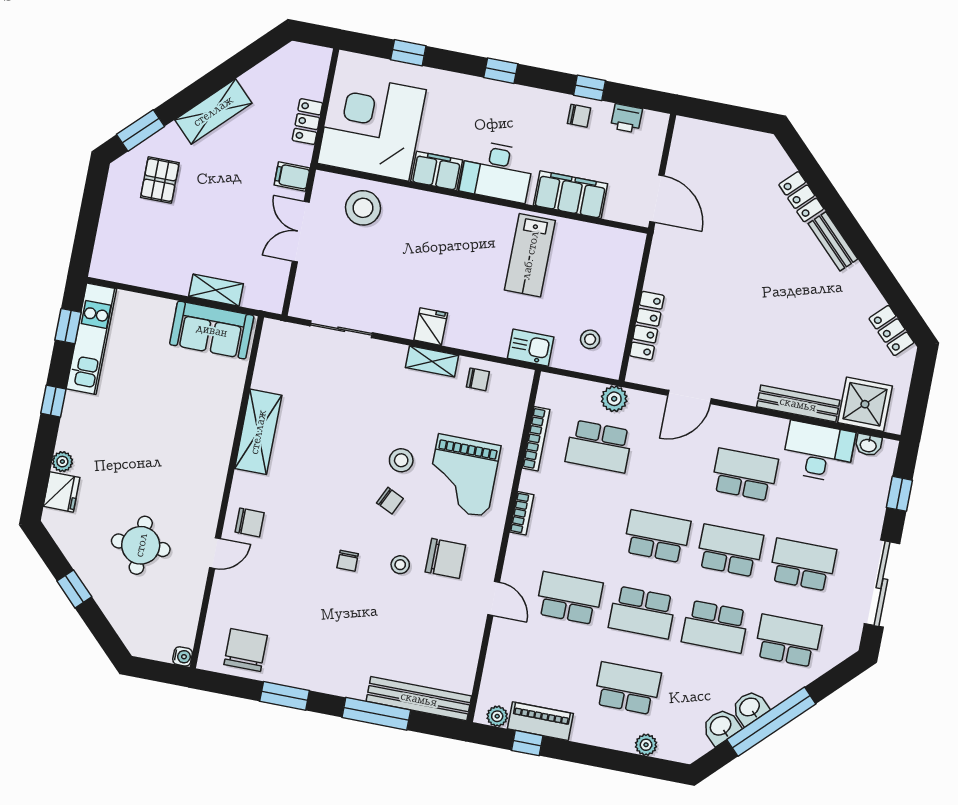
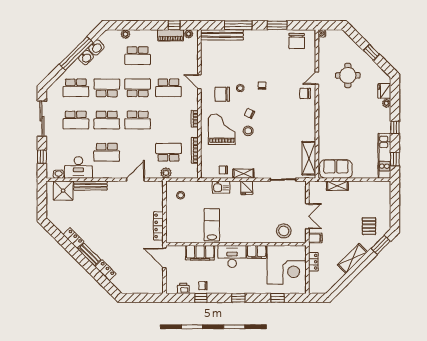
locker: (647, 326) -> (158, 226), moved
locker: (891, 330) -> (73, 238), moved
kitchen sink: (531, 348) -> (221, 187), moved
shelving: (258, 432) -> (309, 158), moved

